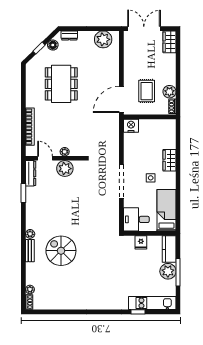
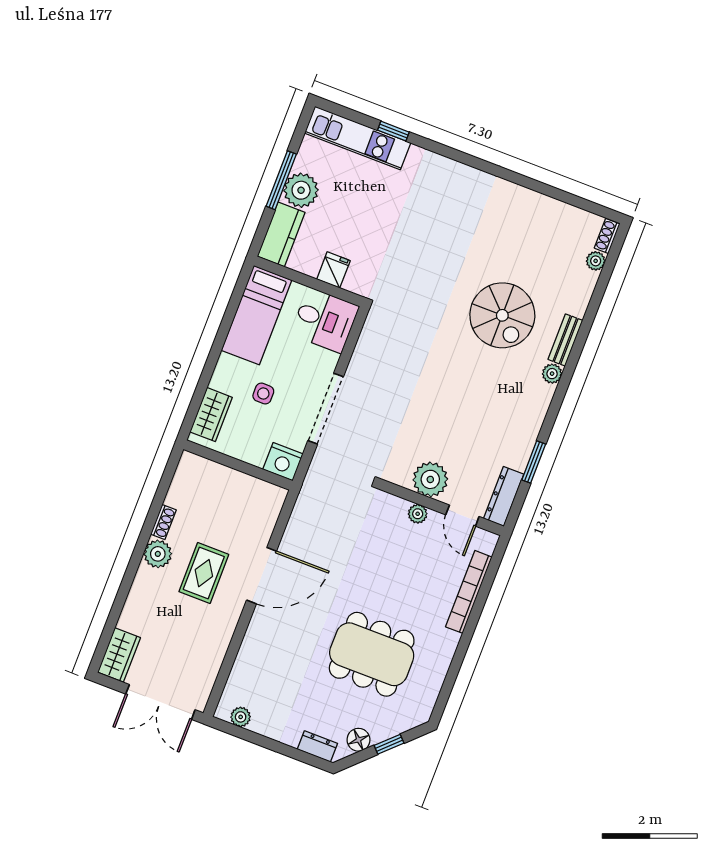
plant: (103, 39) -> (241, 717), width x0.53, depth x0.53
dining table: (61, 84) -> (372, 654), turned 90
wall: (150, 117) -> (238, 465), moved
nightstand: (131, 126) -> (283, 462), moved

